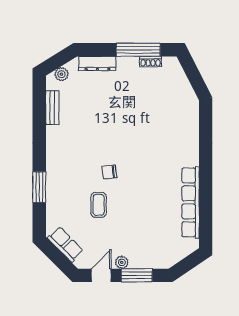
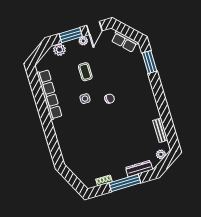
window: (138, 50) -> (125, 183), moved
side table: (143, 182) -> (85, 99), added
window: (39, 187) -> (149, 62), moved
coffee table: (99, 205) -> (85, 72), moved
plant: (158, 260) -> (59, 50), added

